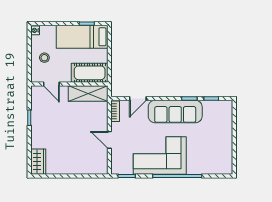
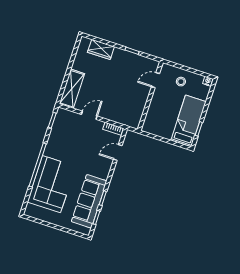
cot: (90, 73) -> (154, 117), removed
shelving: (88, 94) -> (72, 89), moved
door: (138, 99) -> (118, 152), hinge flipped
sofa: (175, 111) -> (89, 201), moved
corner sofa: (160, 156) -> (51, 184), moved
wardrobe: (38, 162) -> (101, 49), moved

